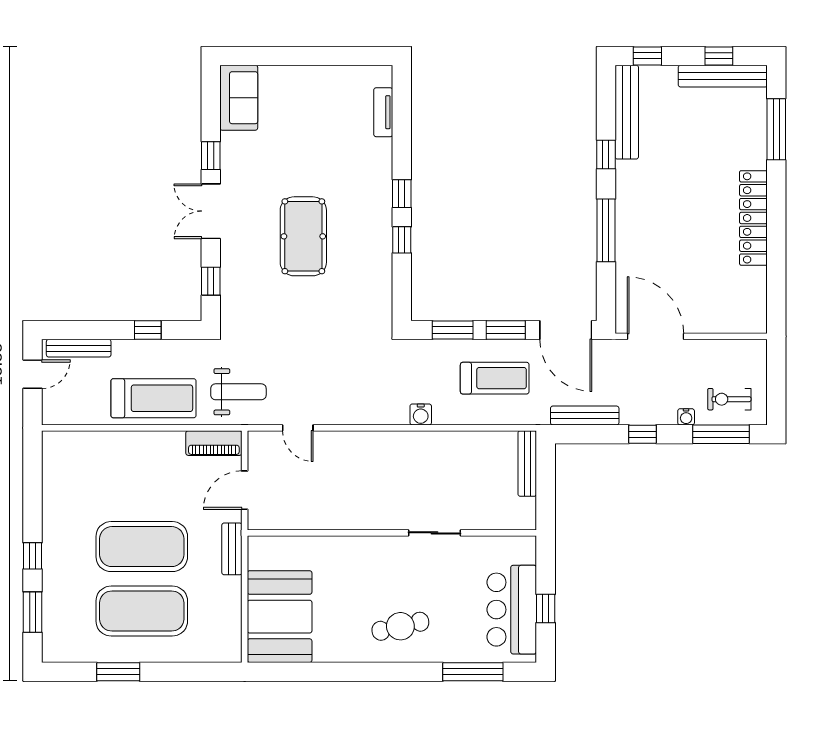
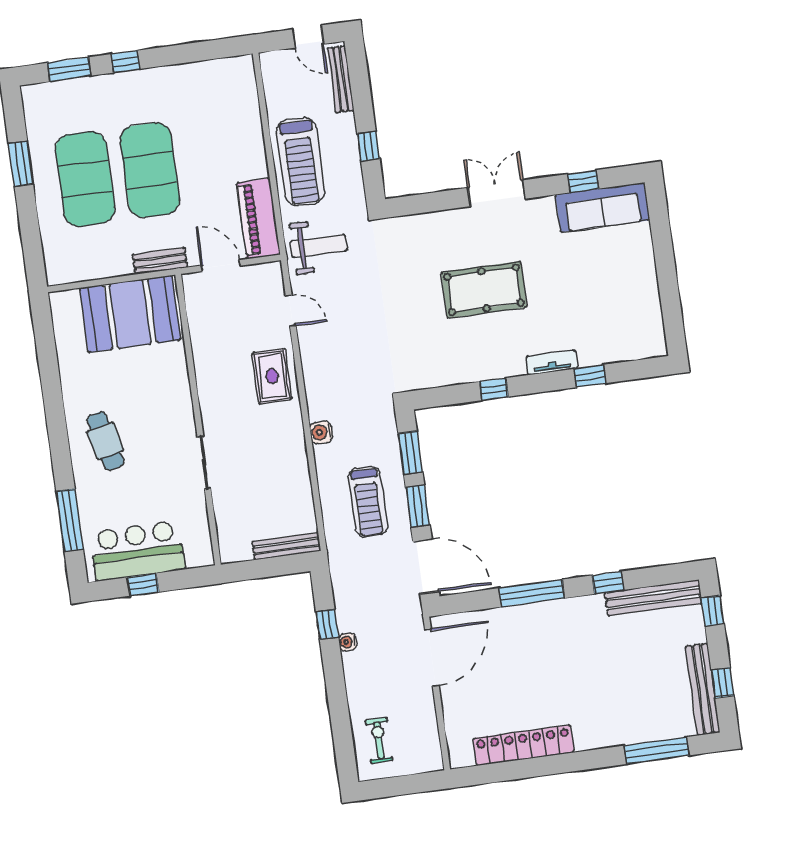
sofa: (239, 98) -> (603, 207), width x1.36
tv unit: (383, 112) -> (552, 362), moved
window: (211, 156) -> (583, 181), moved
window: (402, 194) -> (590, 376), moved
locker: (753, 218) -> (523, 745), moved
window: (211, 281) -> (426, 203), removed
door: (566, 330) -> (426, 567), swing flipped
weight bench: (238, 392) -> (319, 246), turned -90
bench: (585, 416) -> (343, 597), removed
water cooler: (686, 417) -> (347, 642), moved
door: (298, 428) -> (291, 311), swing flipped
window: (643, 434) -> (327, 624), moved
window: (721, 434) -> (343, 737), removed
piano: (214, 443) -> (258, 219), width x1.37, depth x1.33
rug: (359, 455) -> (272, 376), added
booth: (280, 617) -> (130, 314), moved

